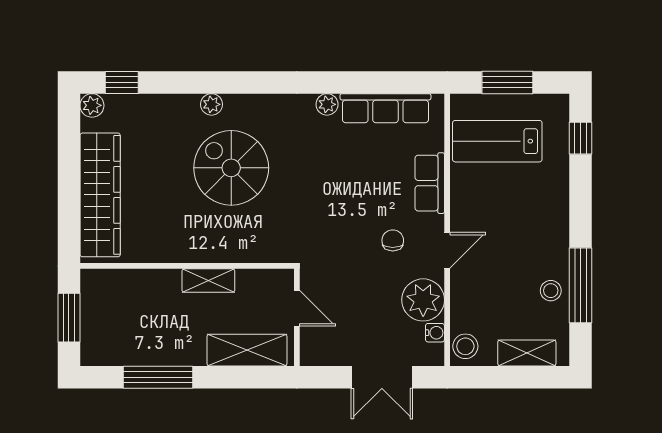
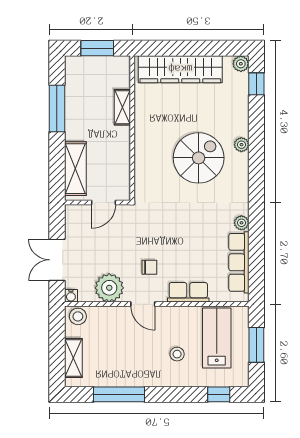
shelving: (208, 281) -> (122, 107), moved
stool: (551, 291) -> (177, 354), moved
water cooler: (435, 333) -> (71, 296), moved

